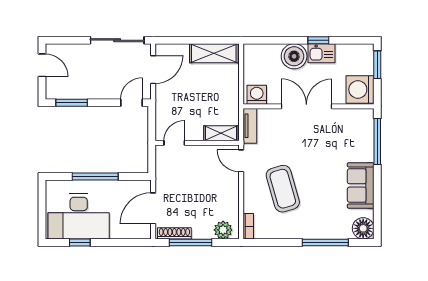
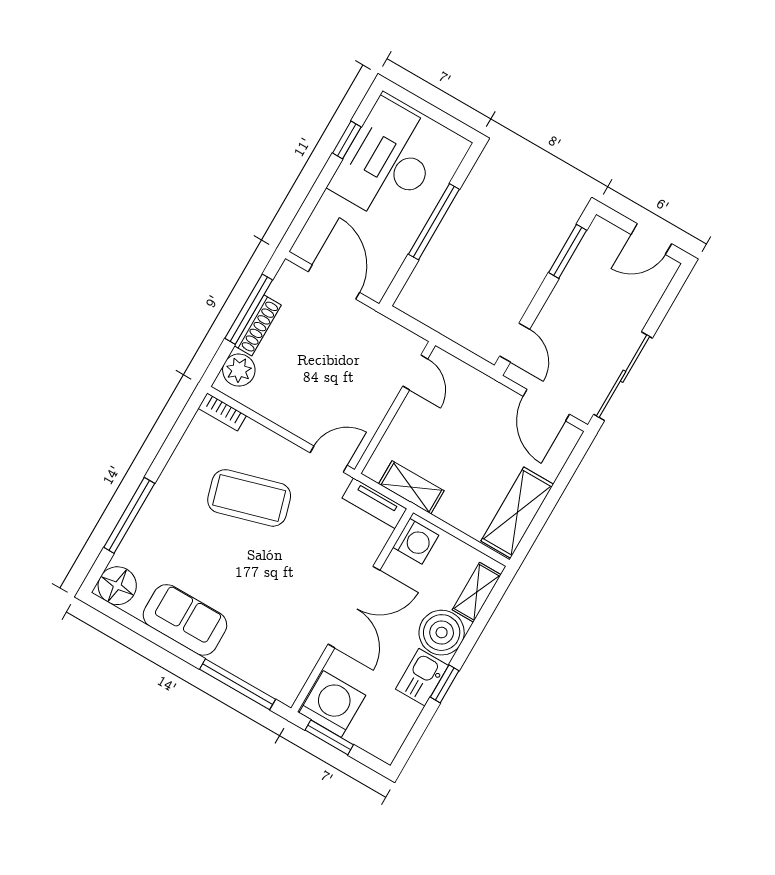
shelving: (264, 51) -> (477, 592), added
window: (377, 65) -> (329, 737), moved
shelving: (221, 133) -> (411, 487), moved, turned 90
shoe rack: (174, 233) -> (258, 325), moved

